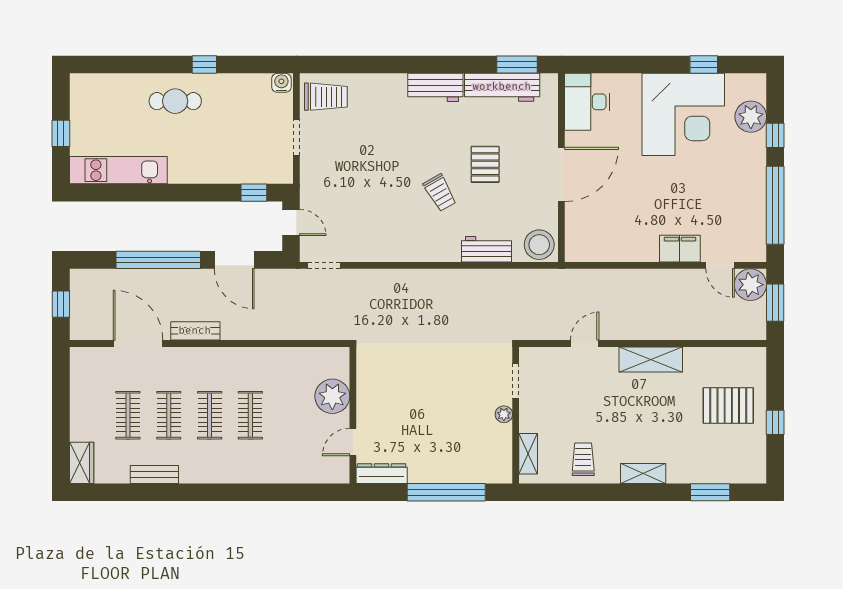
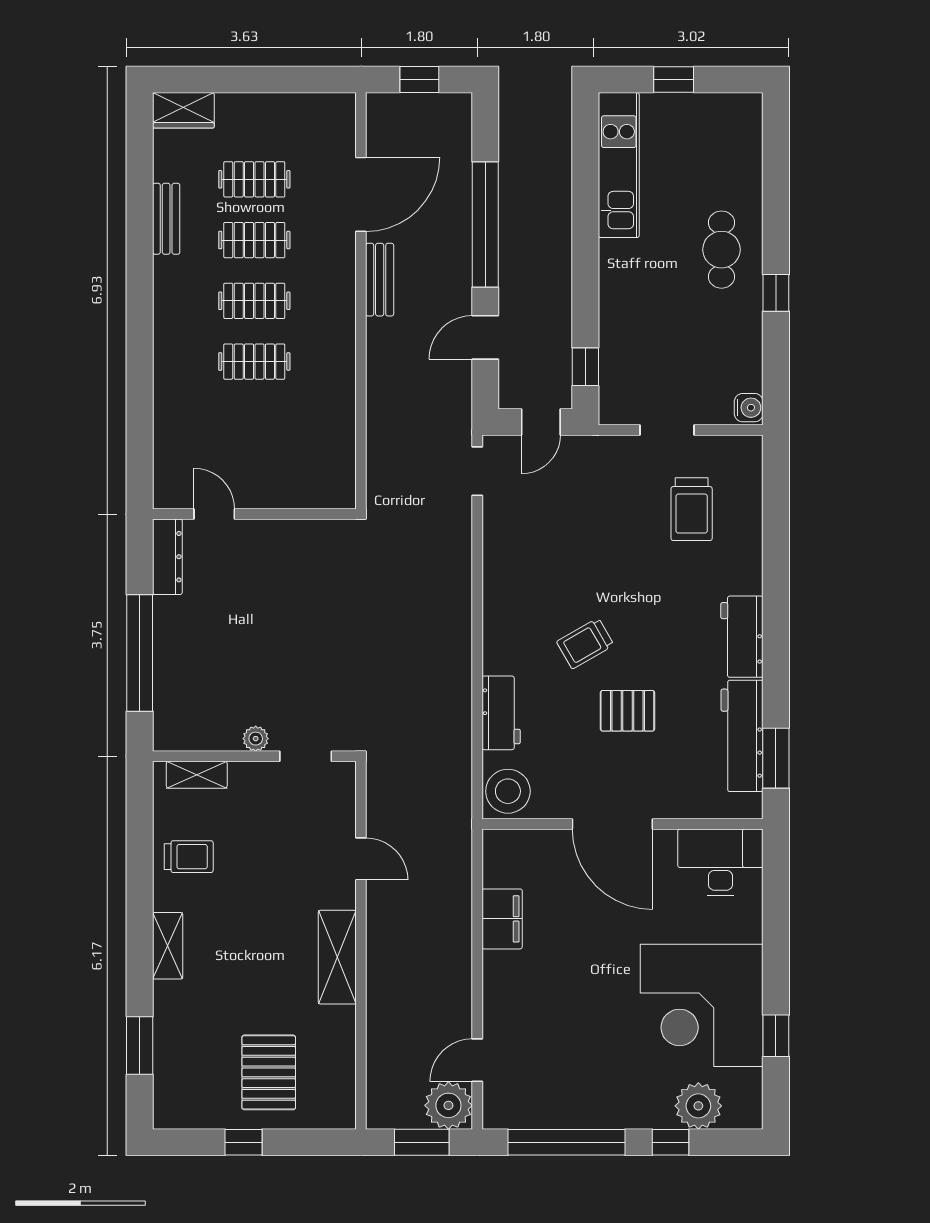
trolley: (326, 97) -> (692, 509), moved
filing cabinet: (680, 249) -> (502, 919), moved
door: (234, 260) -> (485, 337), width x0.73
plant: (332, 396) -> (282, 483), removed

